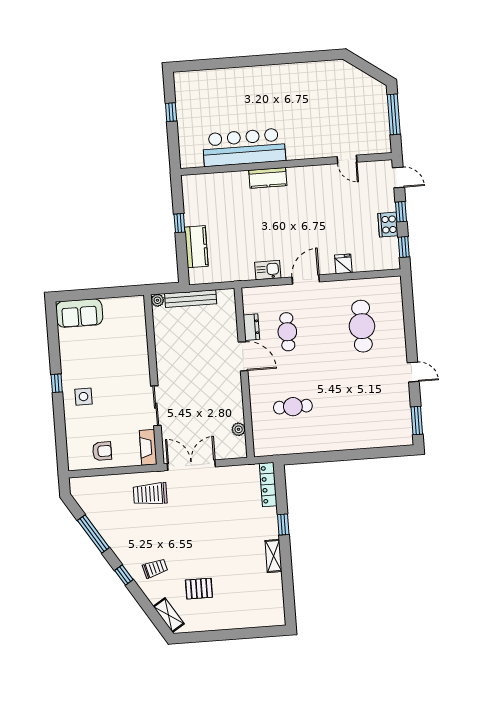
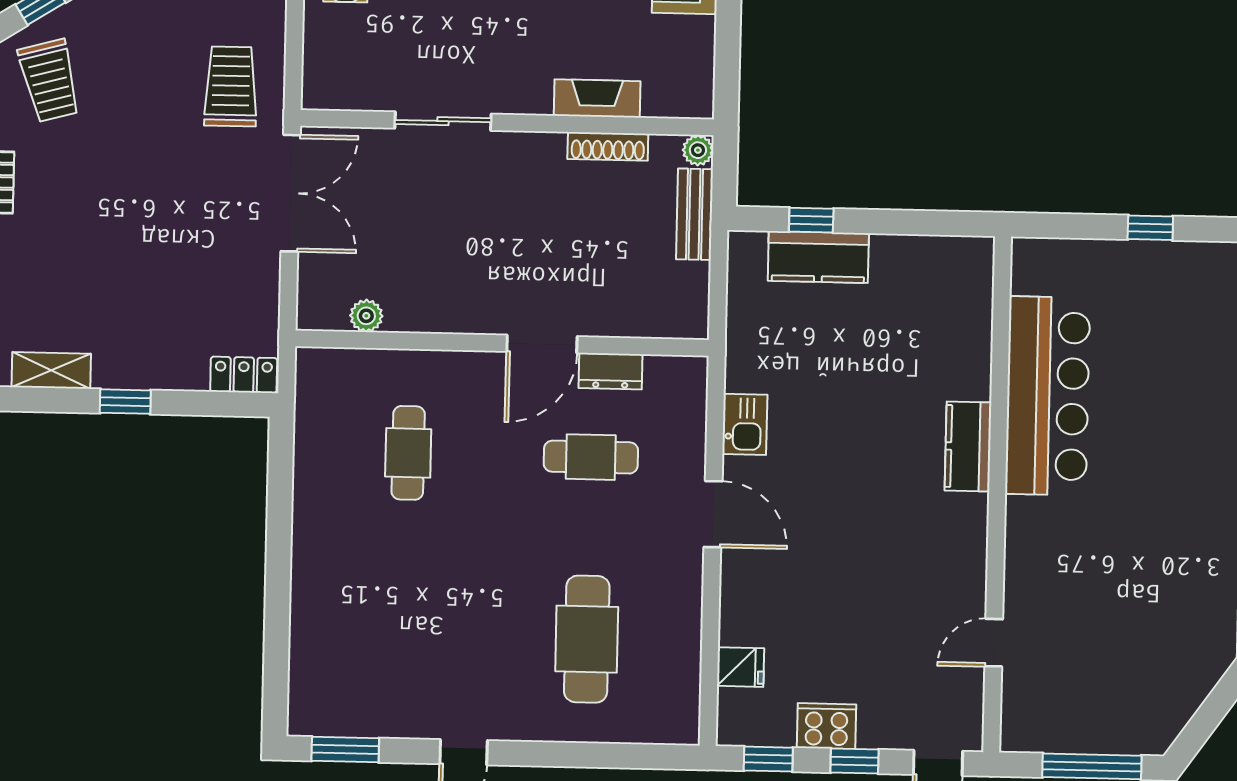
window: (179, 223) -> (811, 220), moved
fridge: (343, 264) -> (741, 667), moved
bench: (191, 299) -> (694, 214), width x0.73
cafe table: (362, 326) -> (587, 639), turned 90
shoe rack: (160, 337) -> (608, 146), added
fireplace: (148, 447) -> (597, 98), moved
locker: (268, 485) -> (244, 375), width x0.66
trolley: (155, 568) -> (50, 81), width x1.36, depth x1.39

